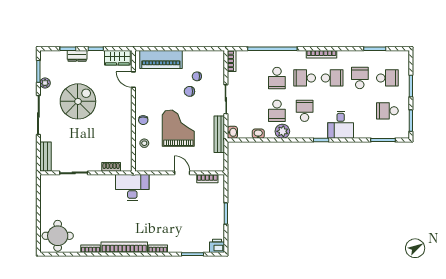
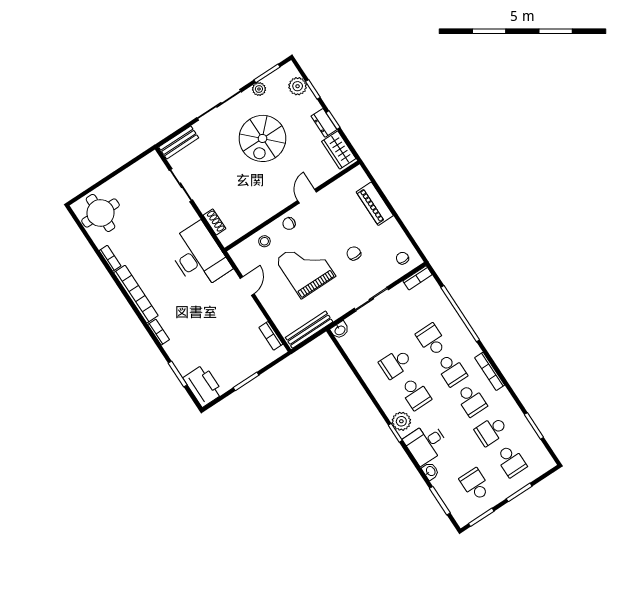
dresser: (77, 56) -> (324, 123), moved
plant: (59, 57) -> (298, 86), added
piano: (161, 59) -> (375, 204), width x0.73, depth x0.75
chair: (197, 76) -> (402, 258), moved
school desk: (277, 78) -> (432, 340), turned 90
school desk: (305, 78) -> (451, 370), turned 180
school desk: (360, 78) -> (491, 431), turned 180
door: (133, 80) -> (307, 196), moved
spiral stairs: (78, 101) -> (262, 138), turned 90
school desk: (305, 111) -> (415, 394), turned 90
grand piano: (178, 128) -> (305, 268), turned -90
plant: (282, 131) -> (401, 421), moved
bench: (219, 134) -> (309, 330), moved
washbasin: (258, 134) -> (430, 471), moved
door: (182, 173) -> (247, 286), moved
desk: (132, 187) -> (199, 256), width x1.36, depth x1.30
printer: (217, 246) -> (203, 386), width x1.87, depth x1.48

